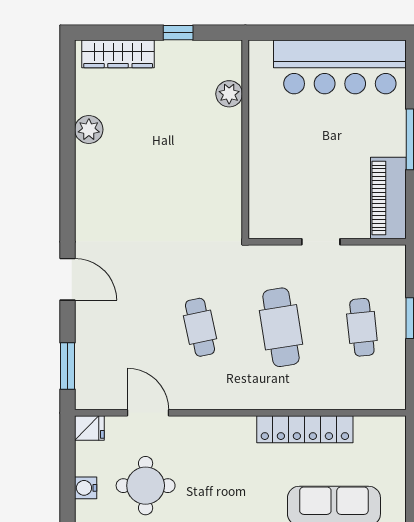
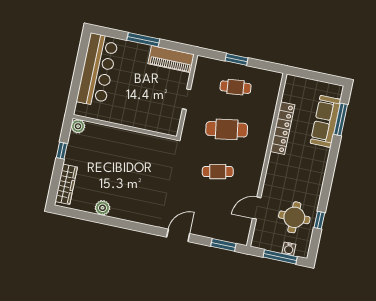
plant: (229, 94) -> (78, 126), moved
fridge: (89, 428) -> (258, 240), removed
window: (67, 475) -> (280, 257), added

